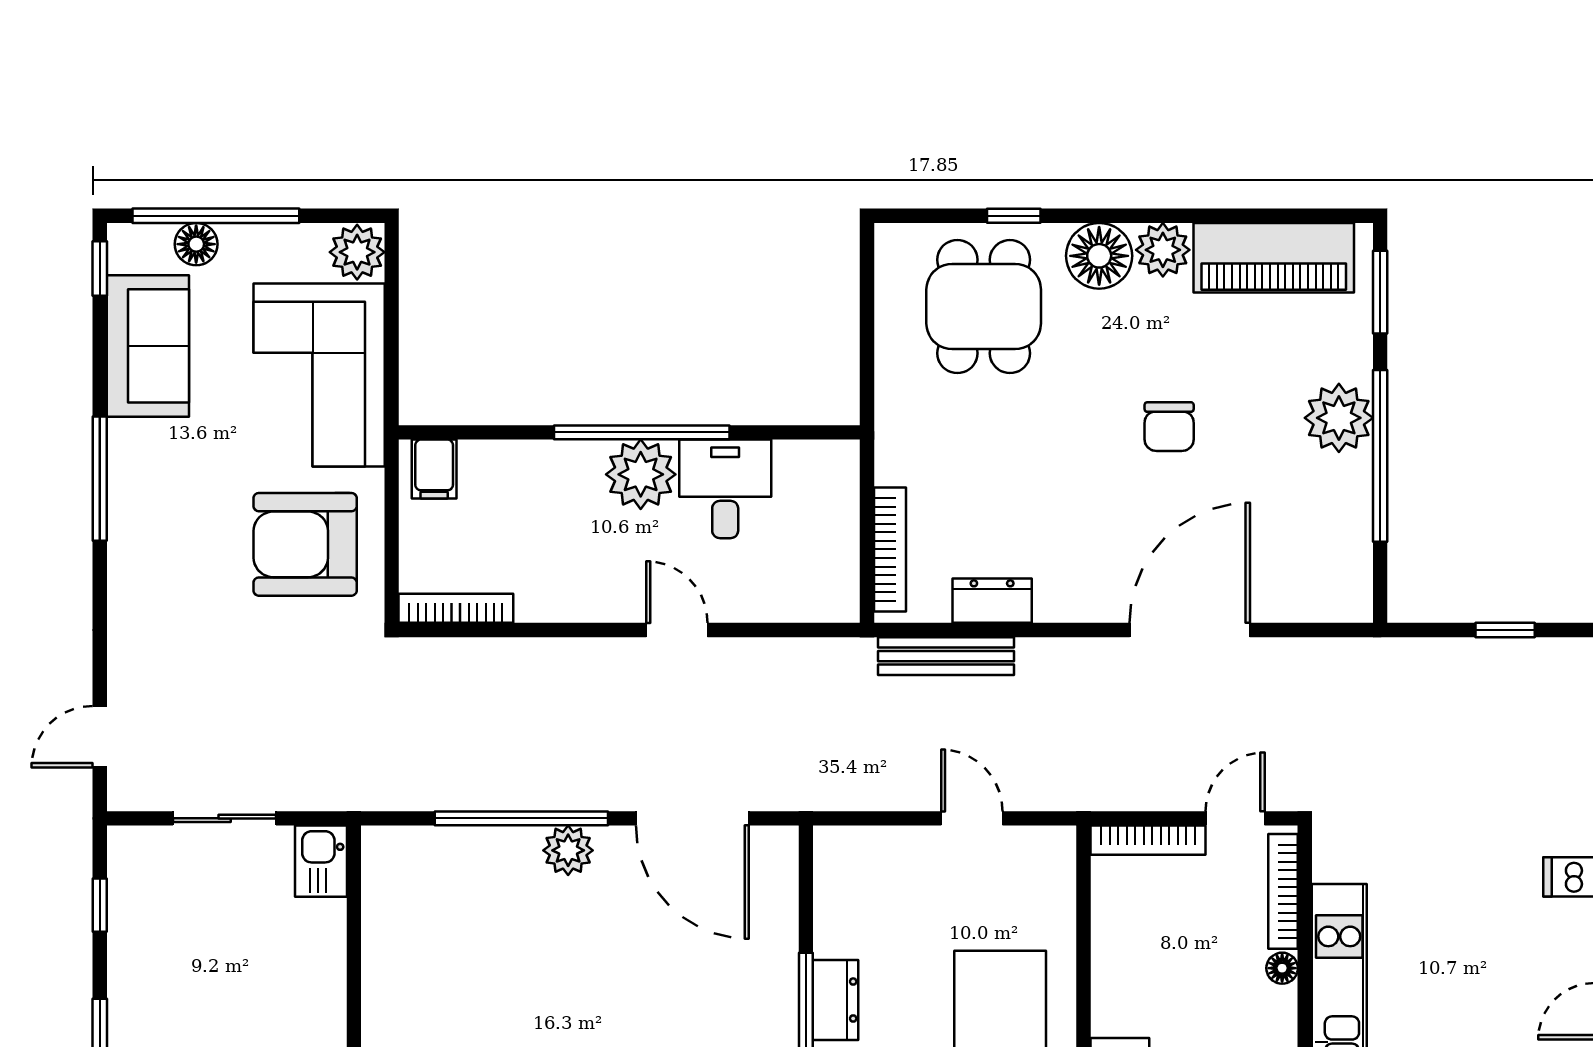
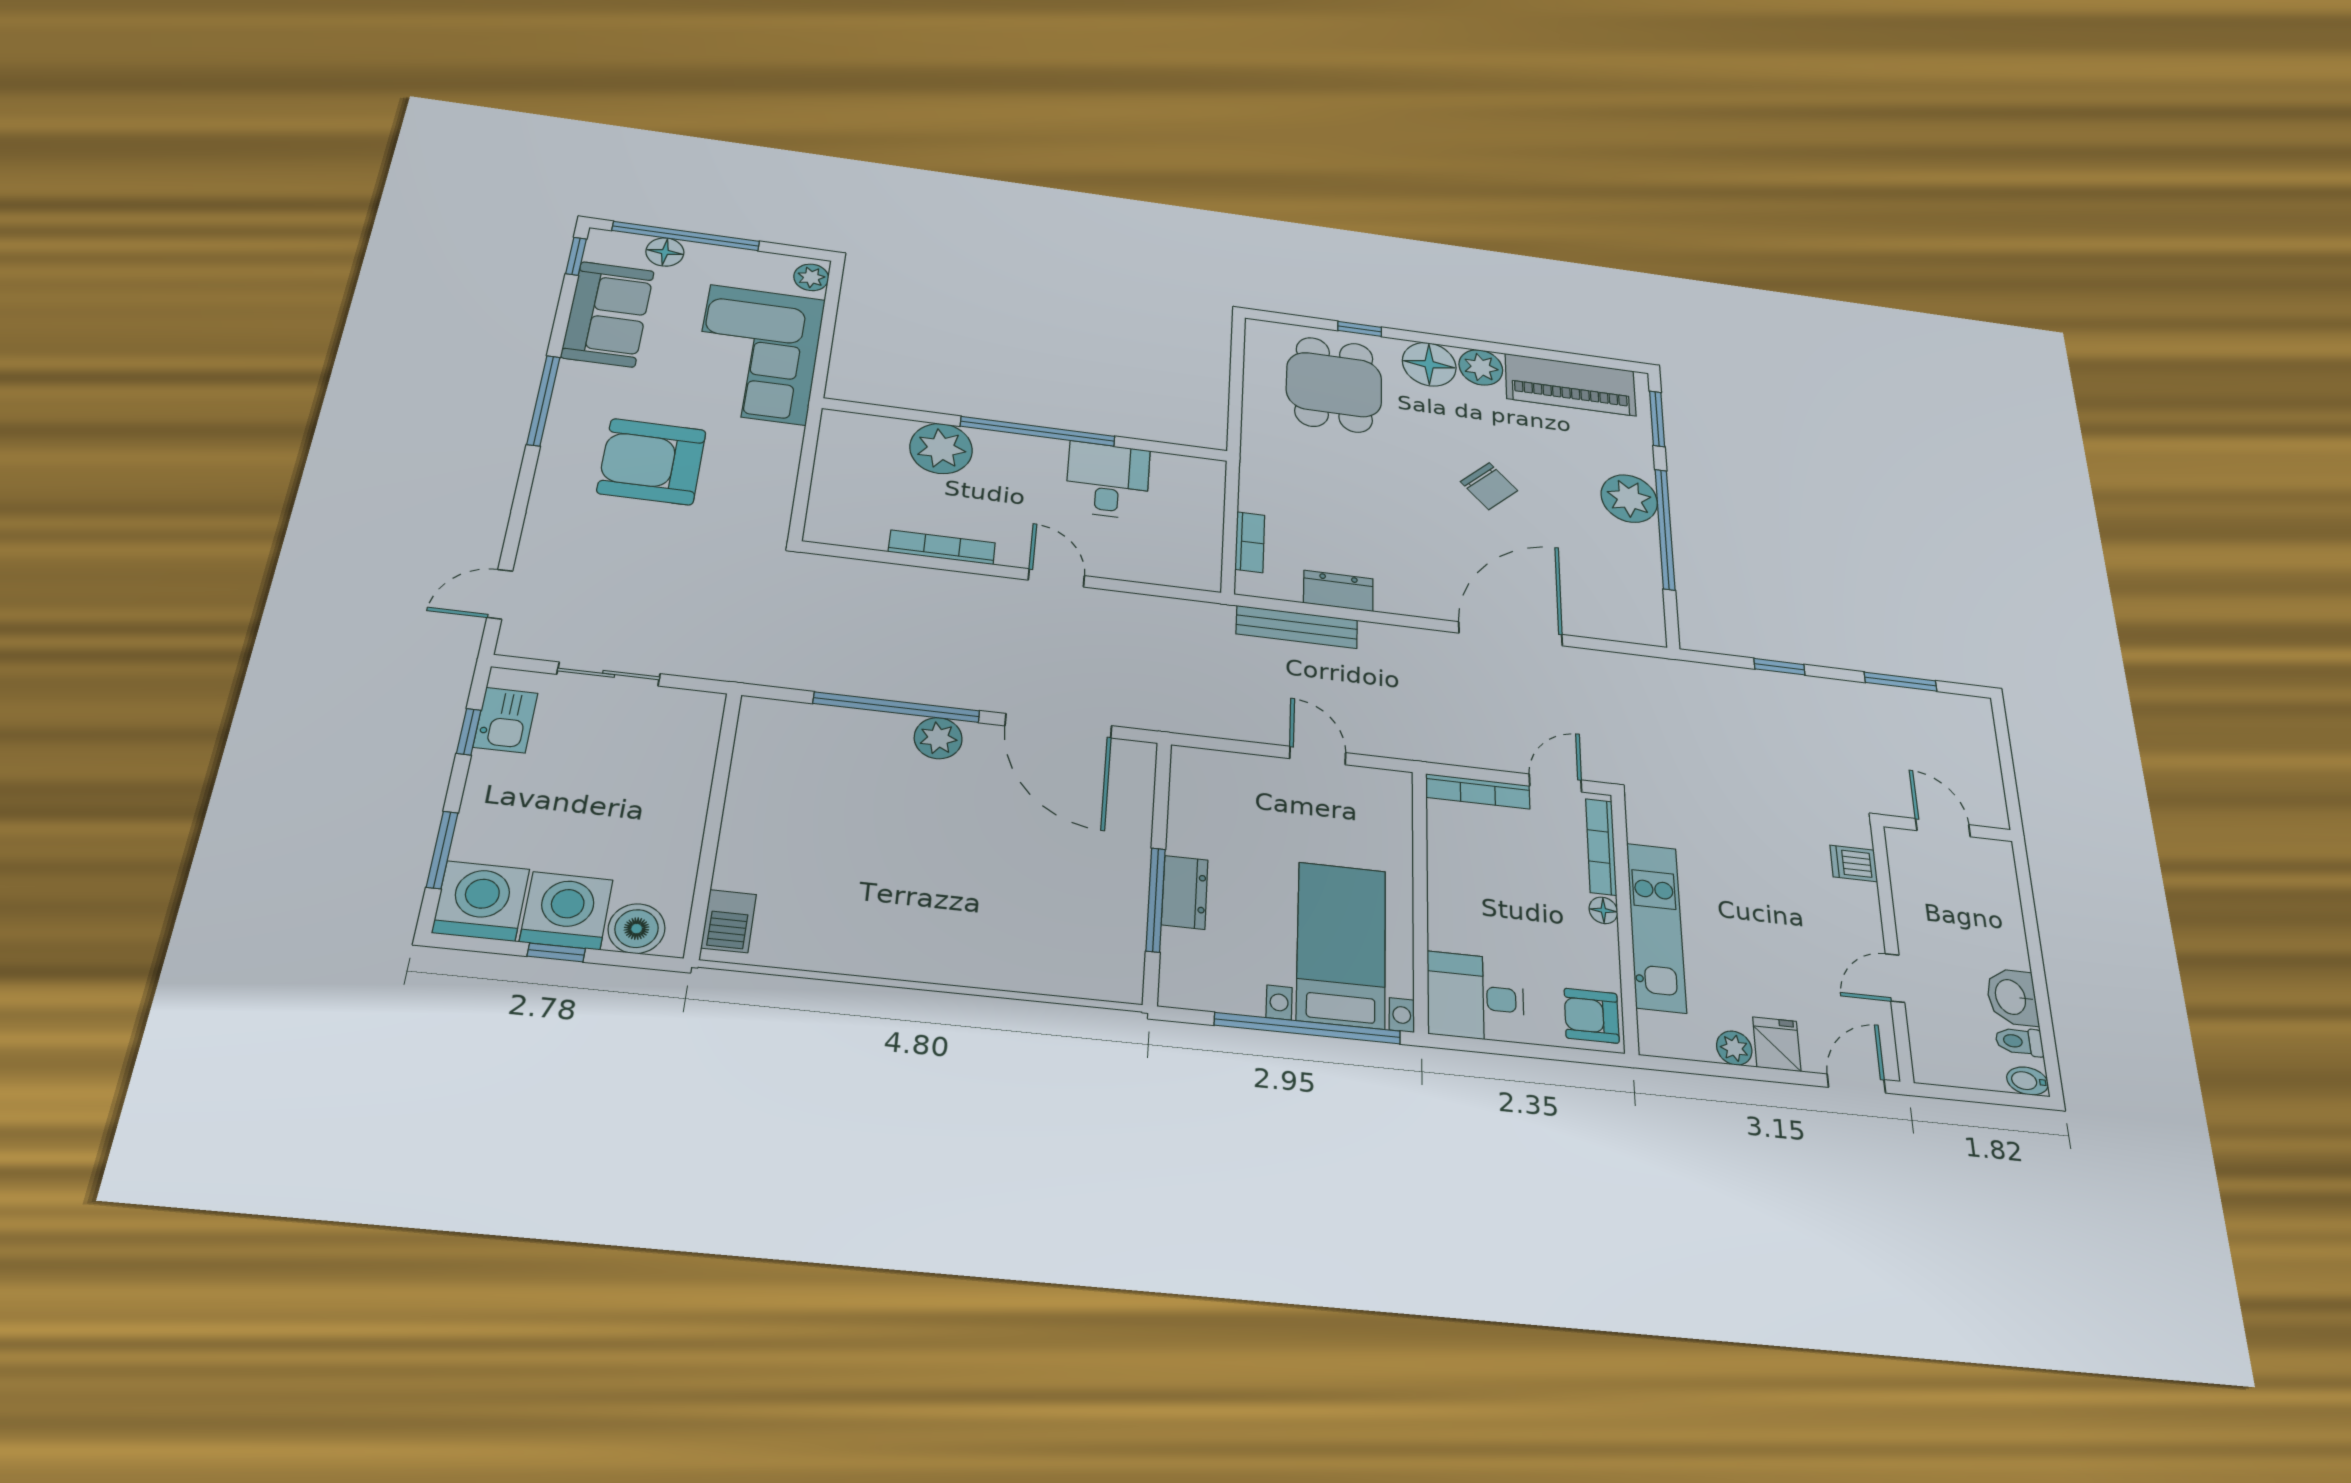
plant: (357, 252) -> (811, 277), width x0.73, depth x0.73
chair: (1169, 427) -> (1489, 486), turned -43
filing cabinet: (434, 469) -> (850, 433), removed
plant: (641, 474) -> (941, 449), moved
armchair: (305, 544) -> (652, 462), moved
bookcase: (890, 549) -> (1250, 542), width x0.64
bookcase: (456, 608) -> (942, 547), moved
kitchen sink: (321, 861) -> (505, 720), moved, turned 180

